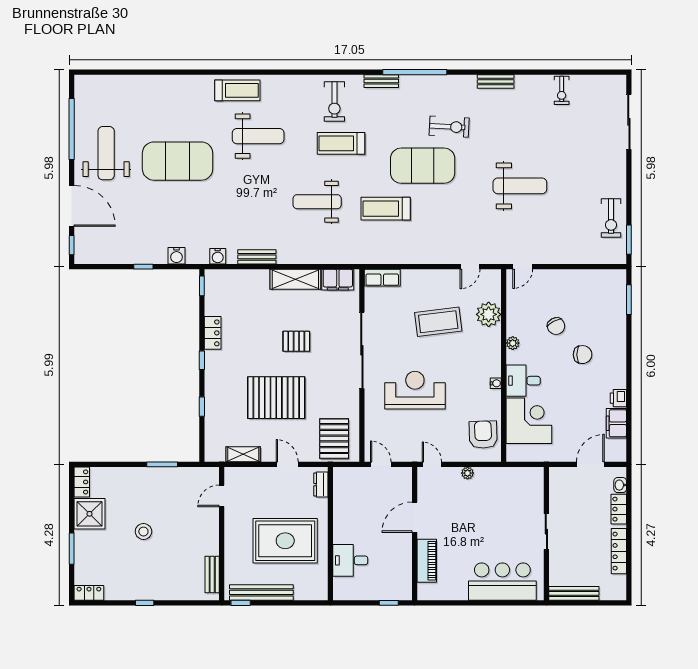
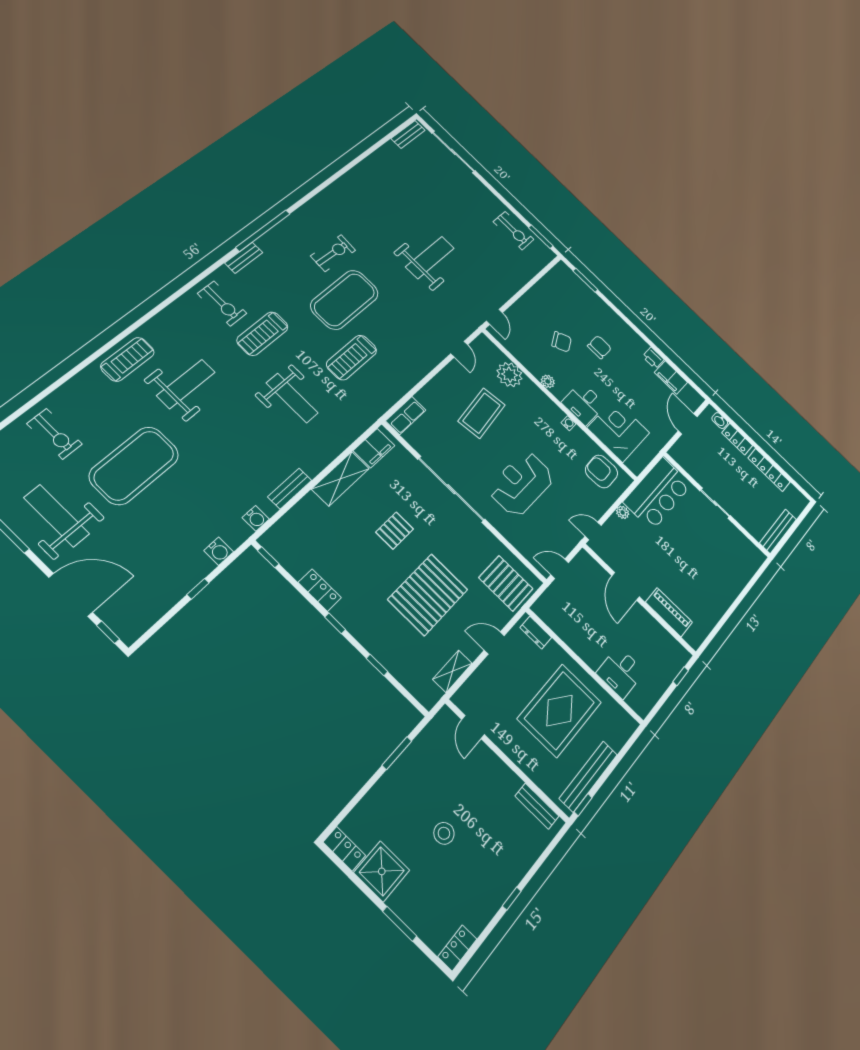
bench: (496, 81) -> (408, 134), moved
exercise bike: (562, 90) -> (55, 434), moved, width x1.38, depth x1.39
weight bench: (317, 202) -> (292, 398), turned -90
bar counter: (502, 582) -> (658, 493), moved, turned 180

